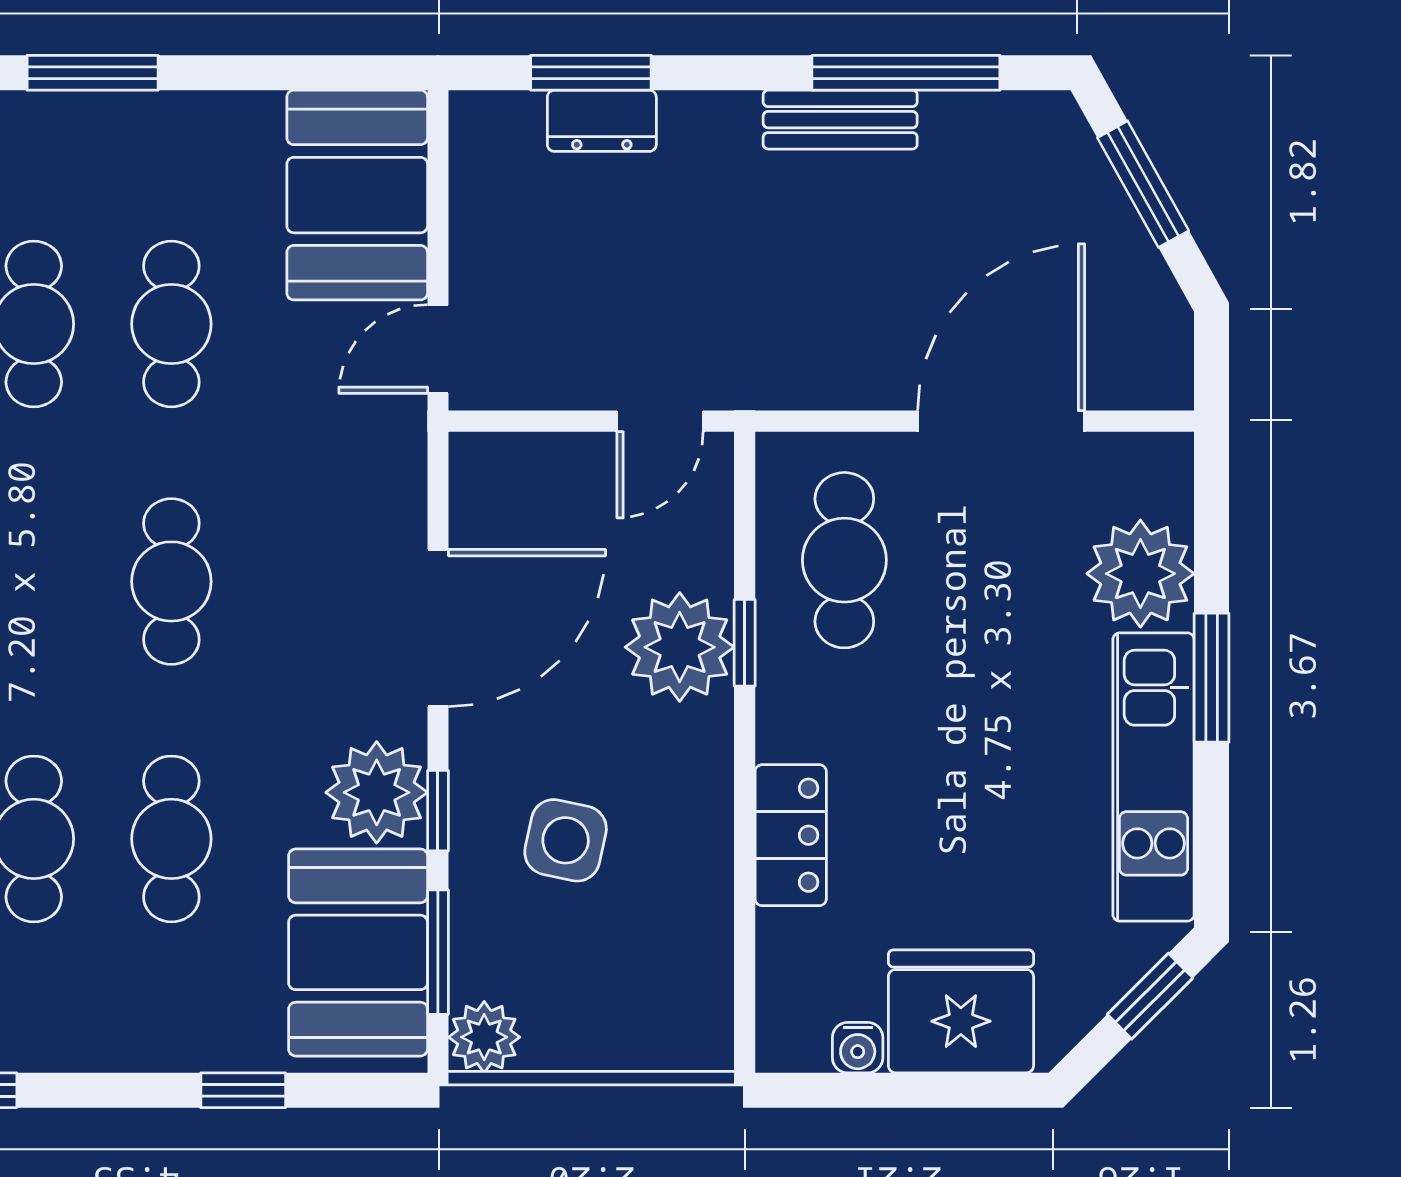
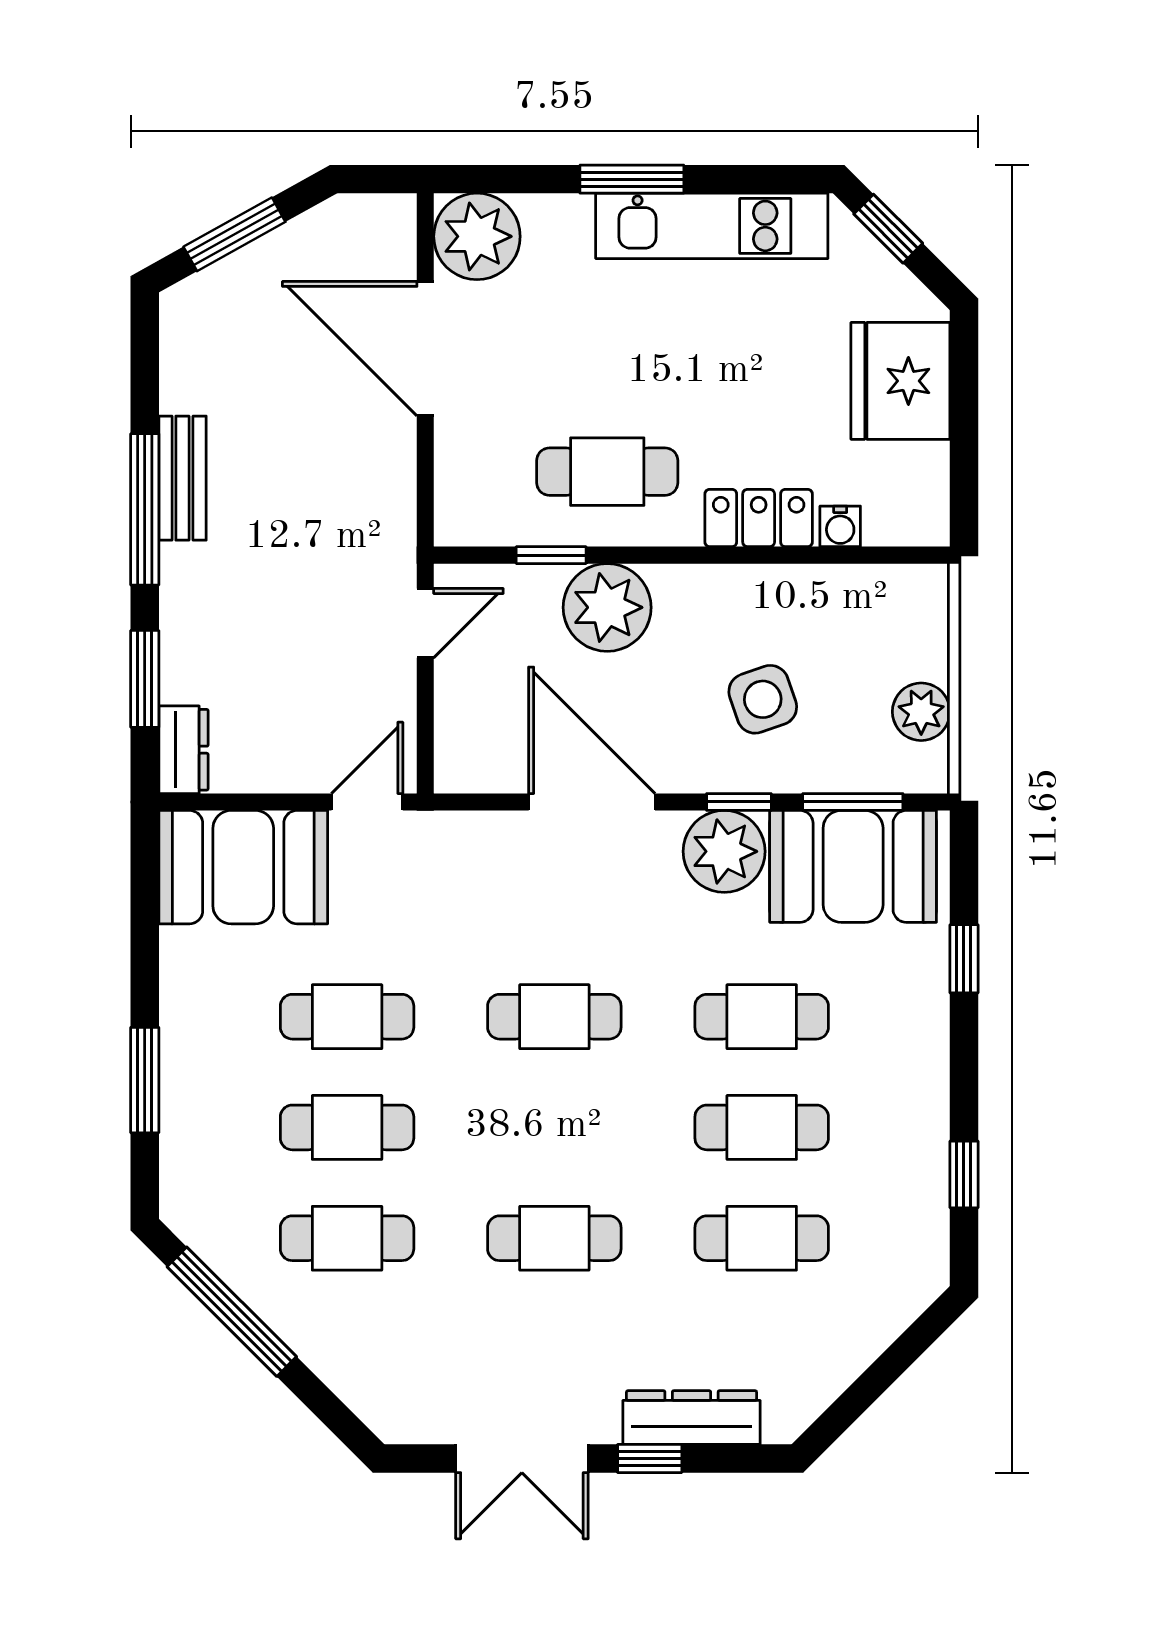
window: (906, 73) -> (145, 509), moved
dresser: (602, 121) -> (183, 750), moved
door: (438, 349) -> (367, 802), swing flipped
door: (660, 421) -> (425, 623), hinge flipped
cafe table: (844, 560) -> (607, 472), moved
plant: (1140, 574) -> (477, 236), moved
window: (745, 643) -> (551, 555), moved
side table: (566, 840) -> (763, 699), turned -31
plant: (484, 1037) -> (921, 712), moved
water cooler: (858, 1048) -> (840, 526), moved, turned 90

